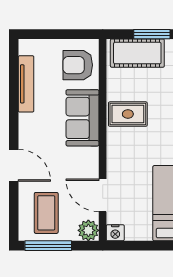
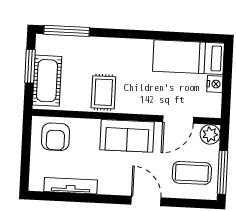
sofa: (83, 118) -> (127, 136), moved
door: (14, 165) -> (146, 201), hinge flipped
nightstand: (115, 233) -> (215, 84), moved

